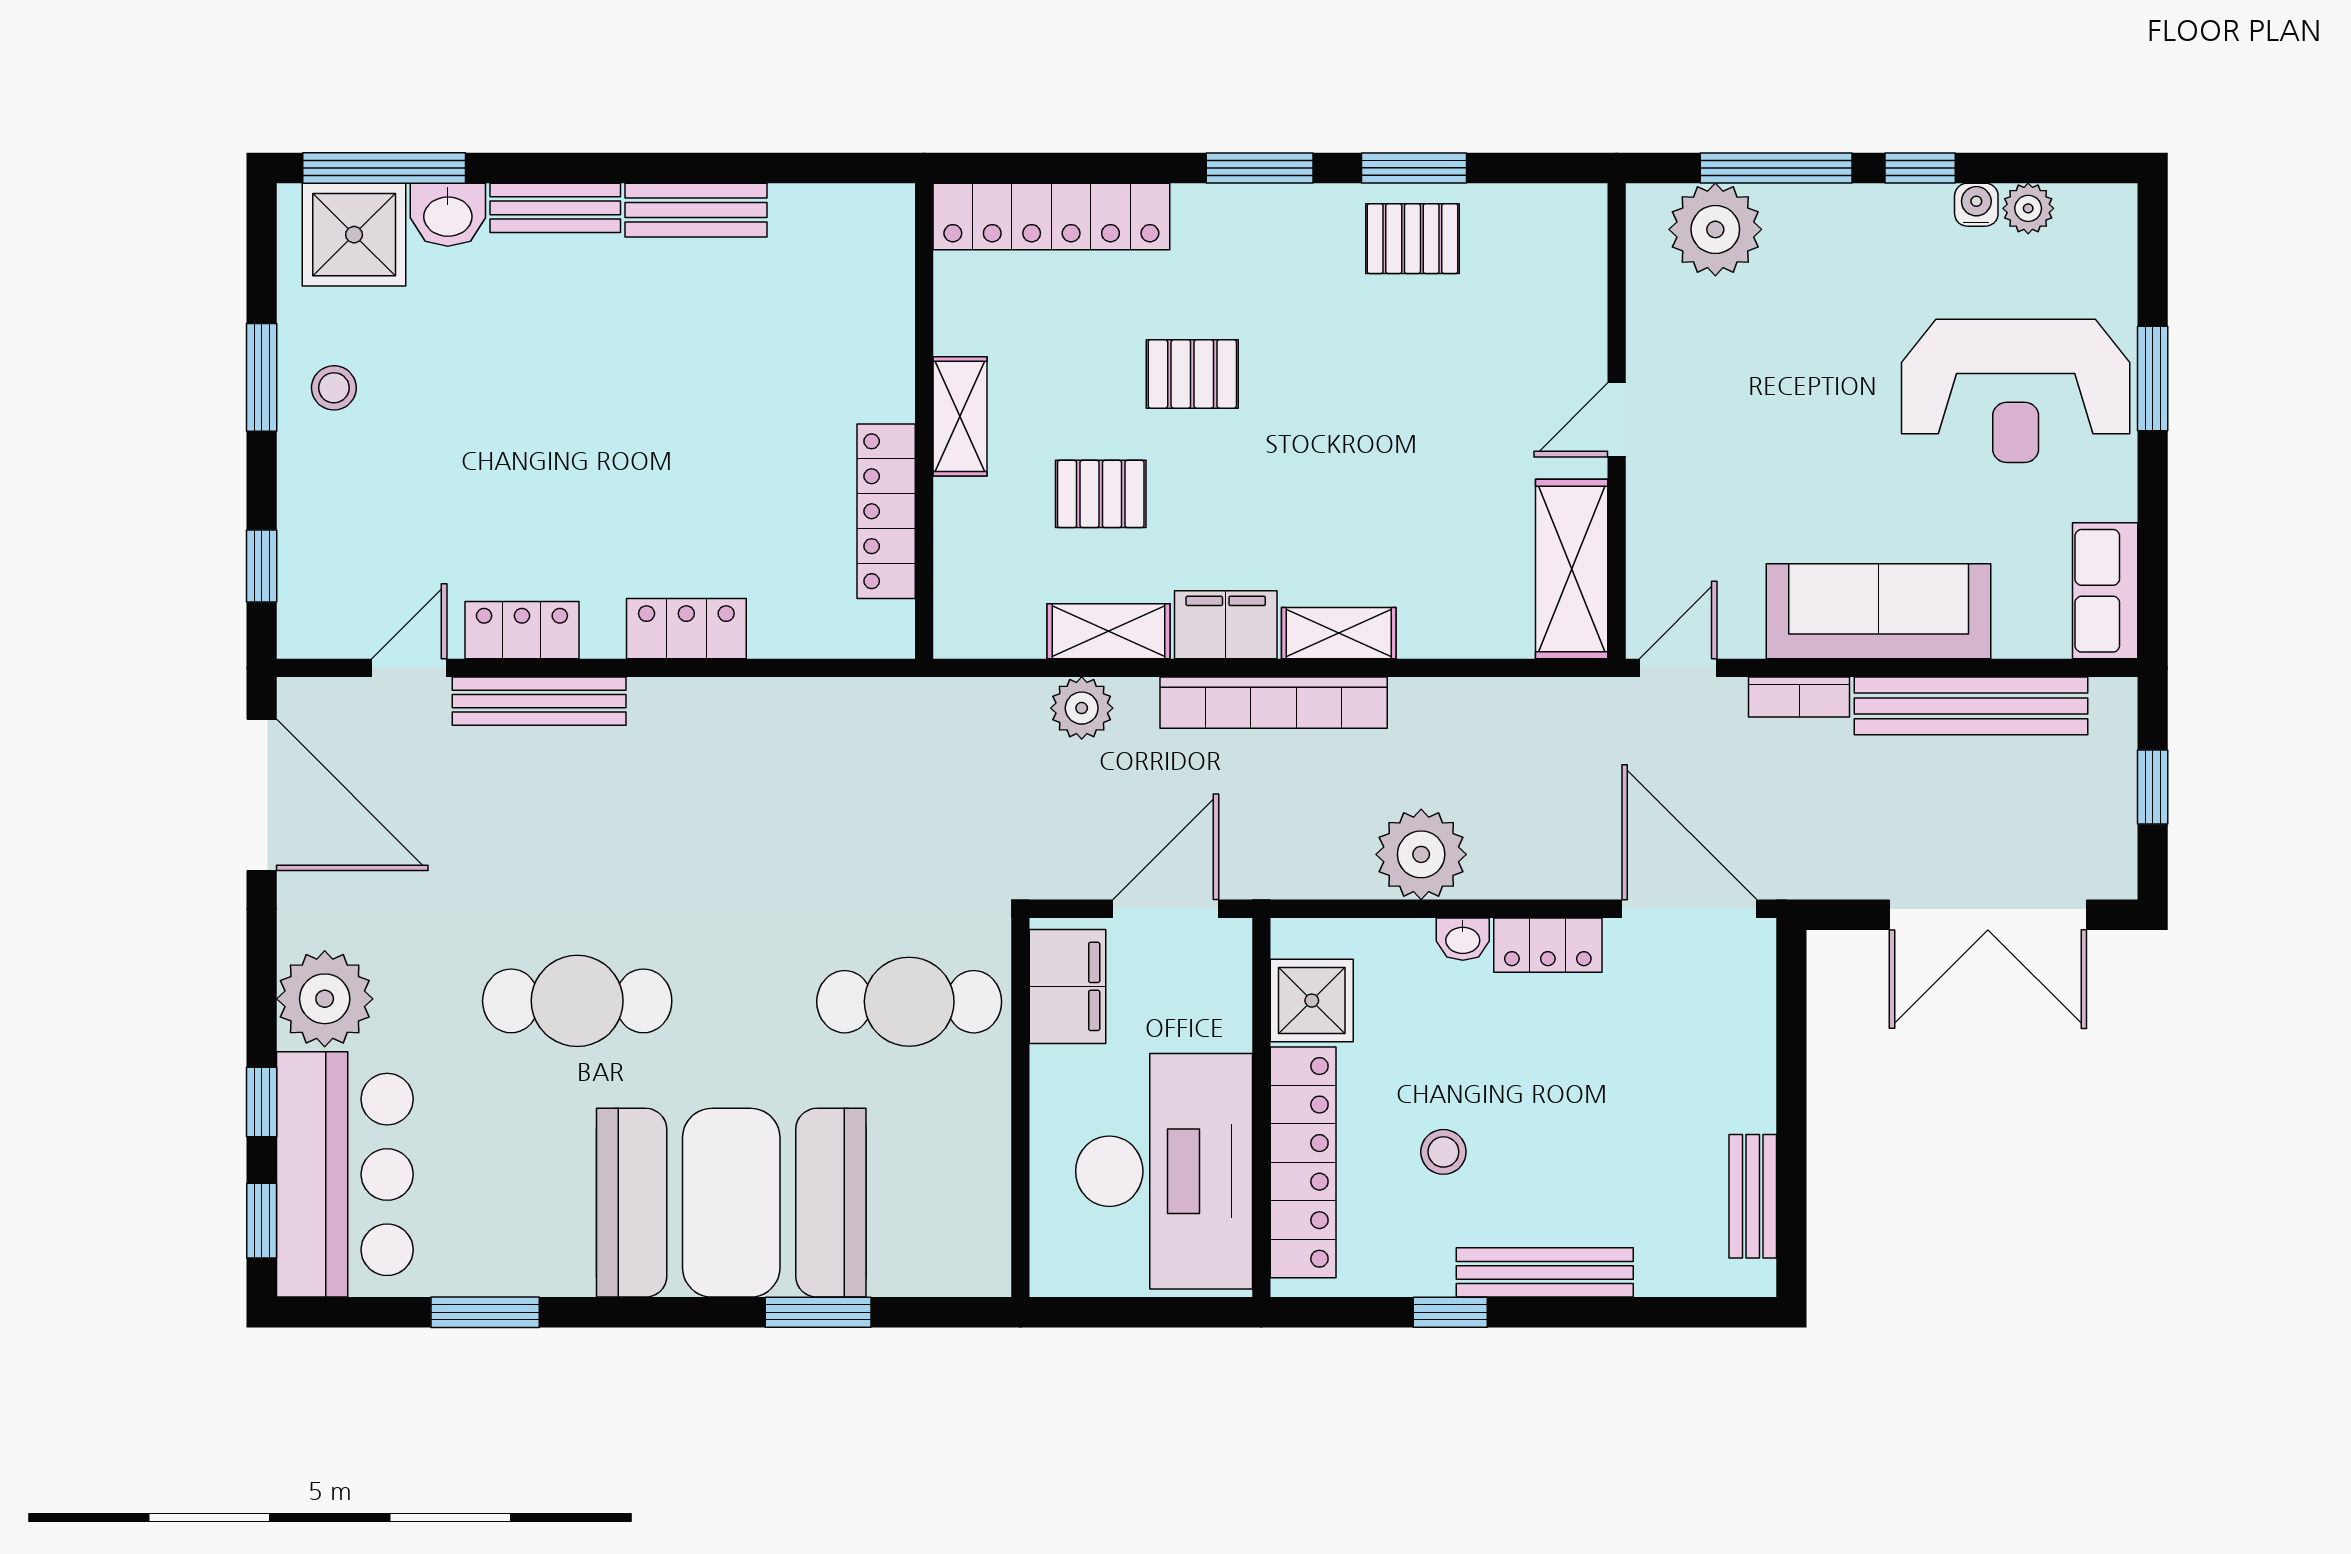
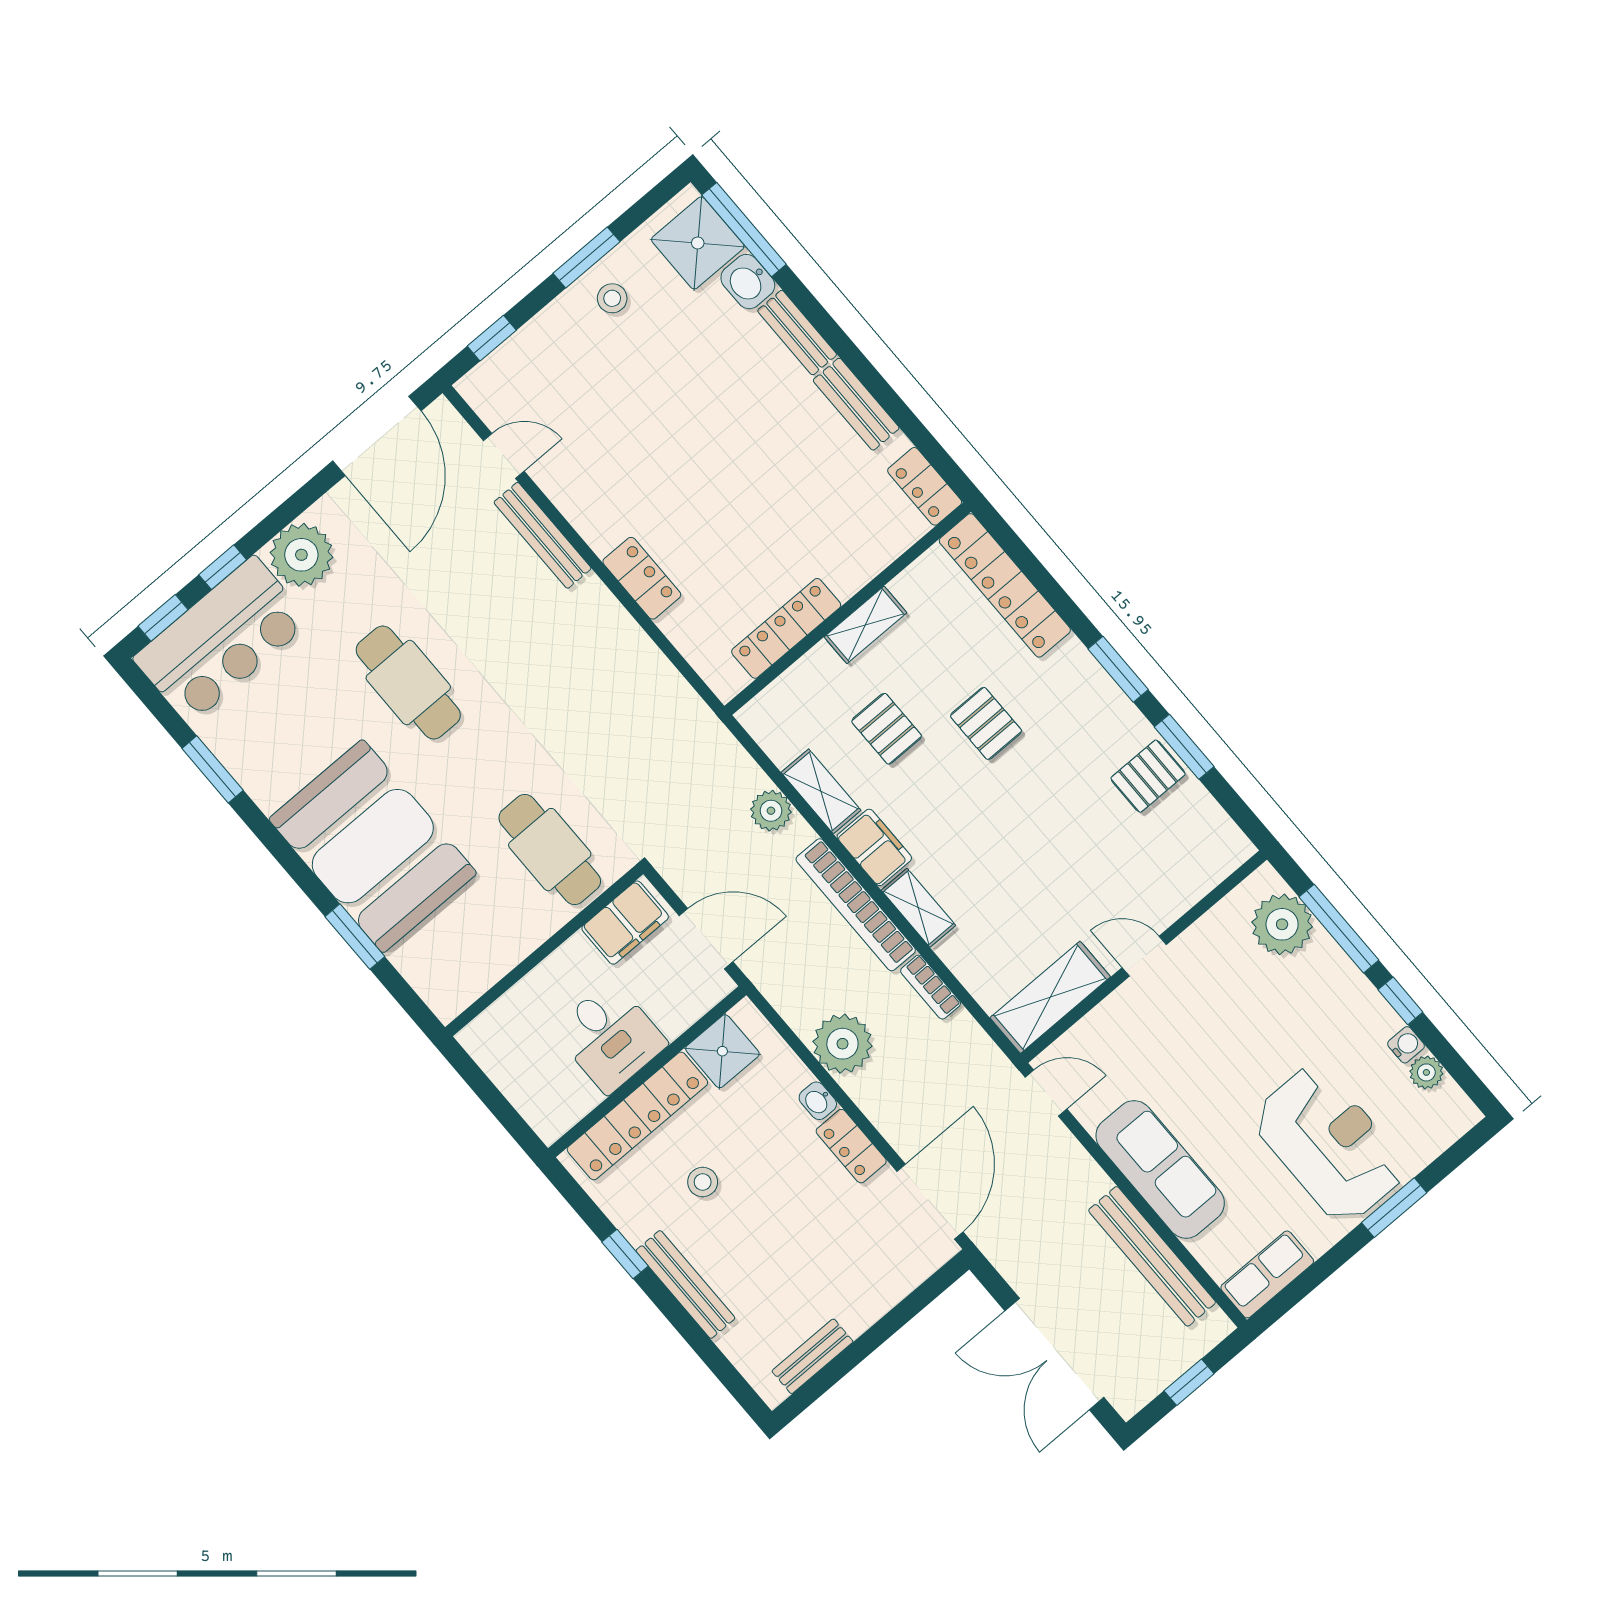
pallet: (1412, 239) -> (1148, 776), turned 90
reception desk: (2016, 391) -> (1329, 1144), turned 180
locker: (522, 630) -> (925, 486), moved, turned 180
bookcase: (1799, 697) -> (931, 987), moved
desk: (1164, 1171) -> (610, 1037), width x0.53, depth x0.77

